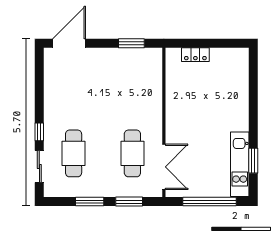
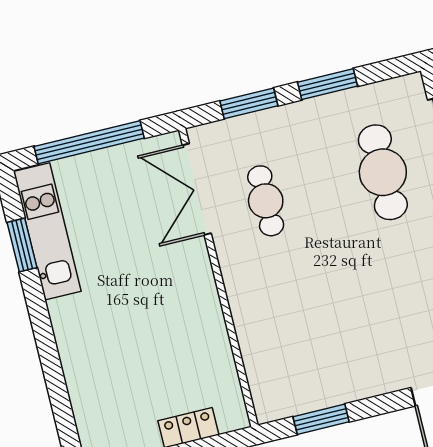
cafe table: (132, 153) -> (266, 201), width x0.73, depth x0.74

